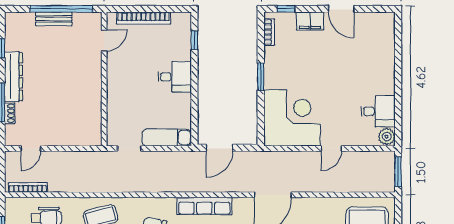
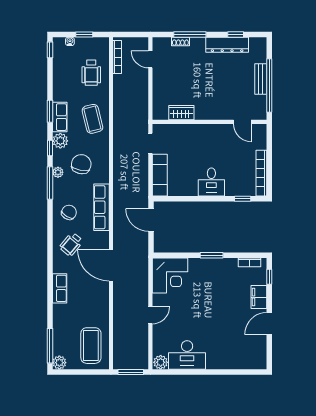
bookcase: (143, 18) -> (261, 173), moved
dresser: (13, 77) -> (227, 45), moved
desk: (378, 111) -> (187, 355), width x1.37
wardrobe: (93, 112) -> (181, 113), added
corner desk: (292, 118) -> (170, 275), width x0.74, depth x0.74
door: (331, 149) -> (150, 315), swing flipped

